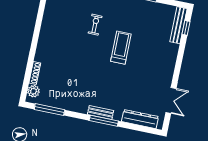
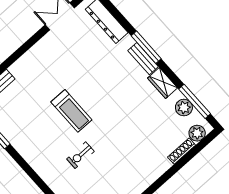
treadmill: (121, 48) -> (71, 111), turned -90
plant: (53, 101) -> (184, 108), added
wardrobe: (78, 106) -> (163, 83), added

